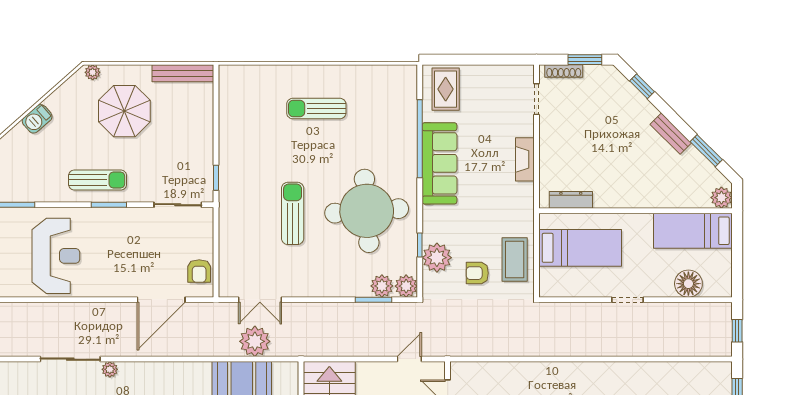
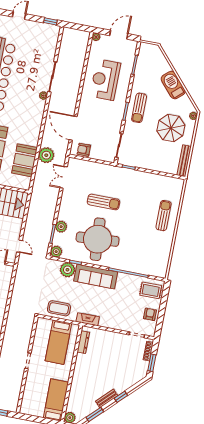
window: (642, 86) -> (121, 397), moved
sun lounger: (316, 109) -> (164, 216), moved
barbecue: (37, 119) -> (173, 85), width x1.88, depth x1.53
fireplace: (525, 159) -> (88, 319), moved
sofa: (439, 163) -> (96, 277), moved
reception desk: (56, 256) -> (105, 80), turned 90
armchair: (477, 273) -> (150, 314), moved
floor lamp: (688, 284) -> (30, 393), removed
plant: (382, 286) -> (61, 227), moved
plant: (255, 341) -> (46, 155), moved

